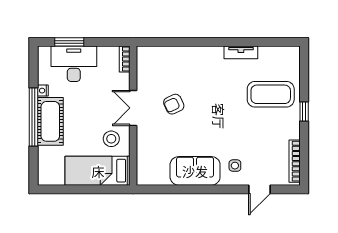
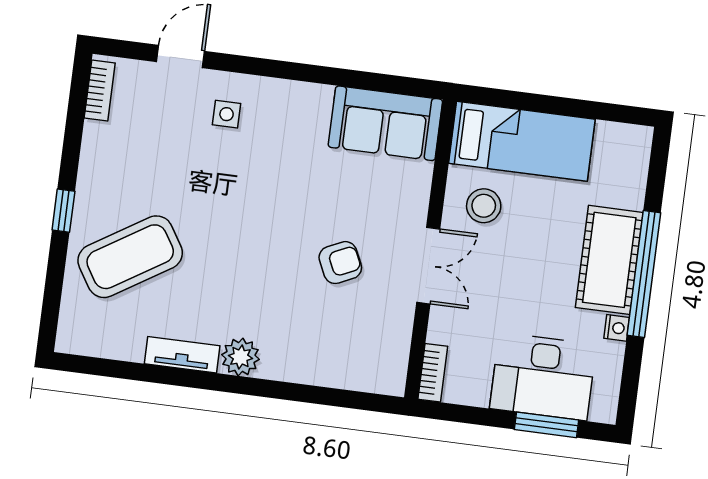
plant: (214, 55) -> (240, 357), added
coffee table: (271, 94) -> (130, 257), turned -32
bookcase: (295, 161) -> (100, 91), width x0.64
sofa: (195, 171) -> (385, 123), moved

